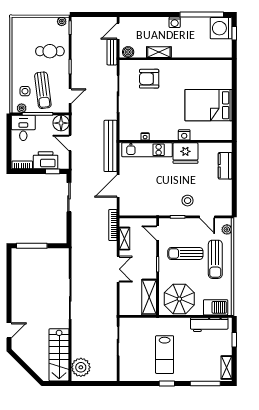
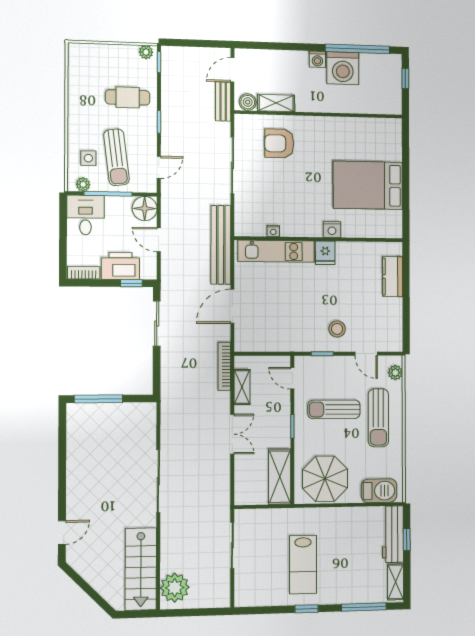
washing machine: (221, 28) -> (343, 68), moved, turned -90
shelving: (159, 52) -> (276, 103), moved
fridge: (185, 153) -> (325, 253), width x0.53, depth x0.75
workbench: (209, 325) -> (393, 534), moved, turned 90

